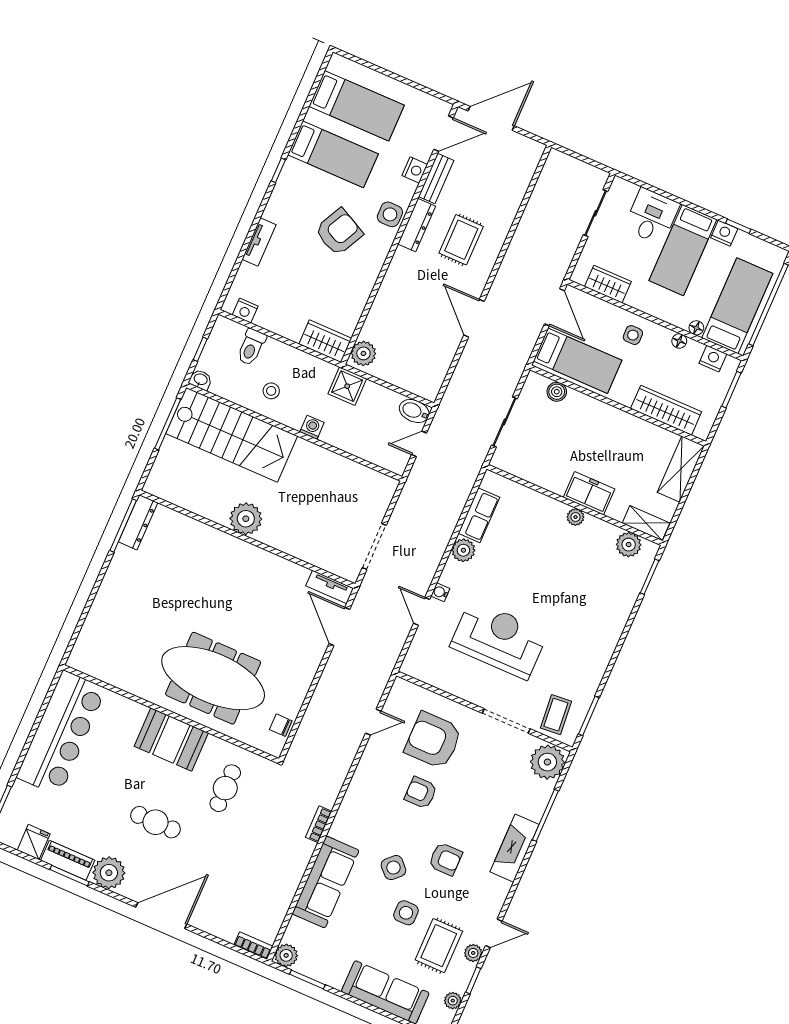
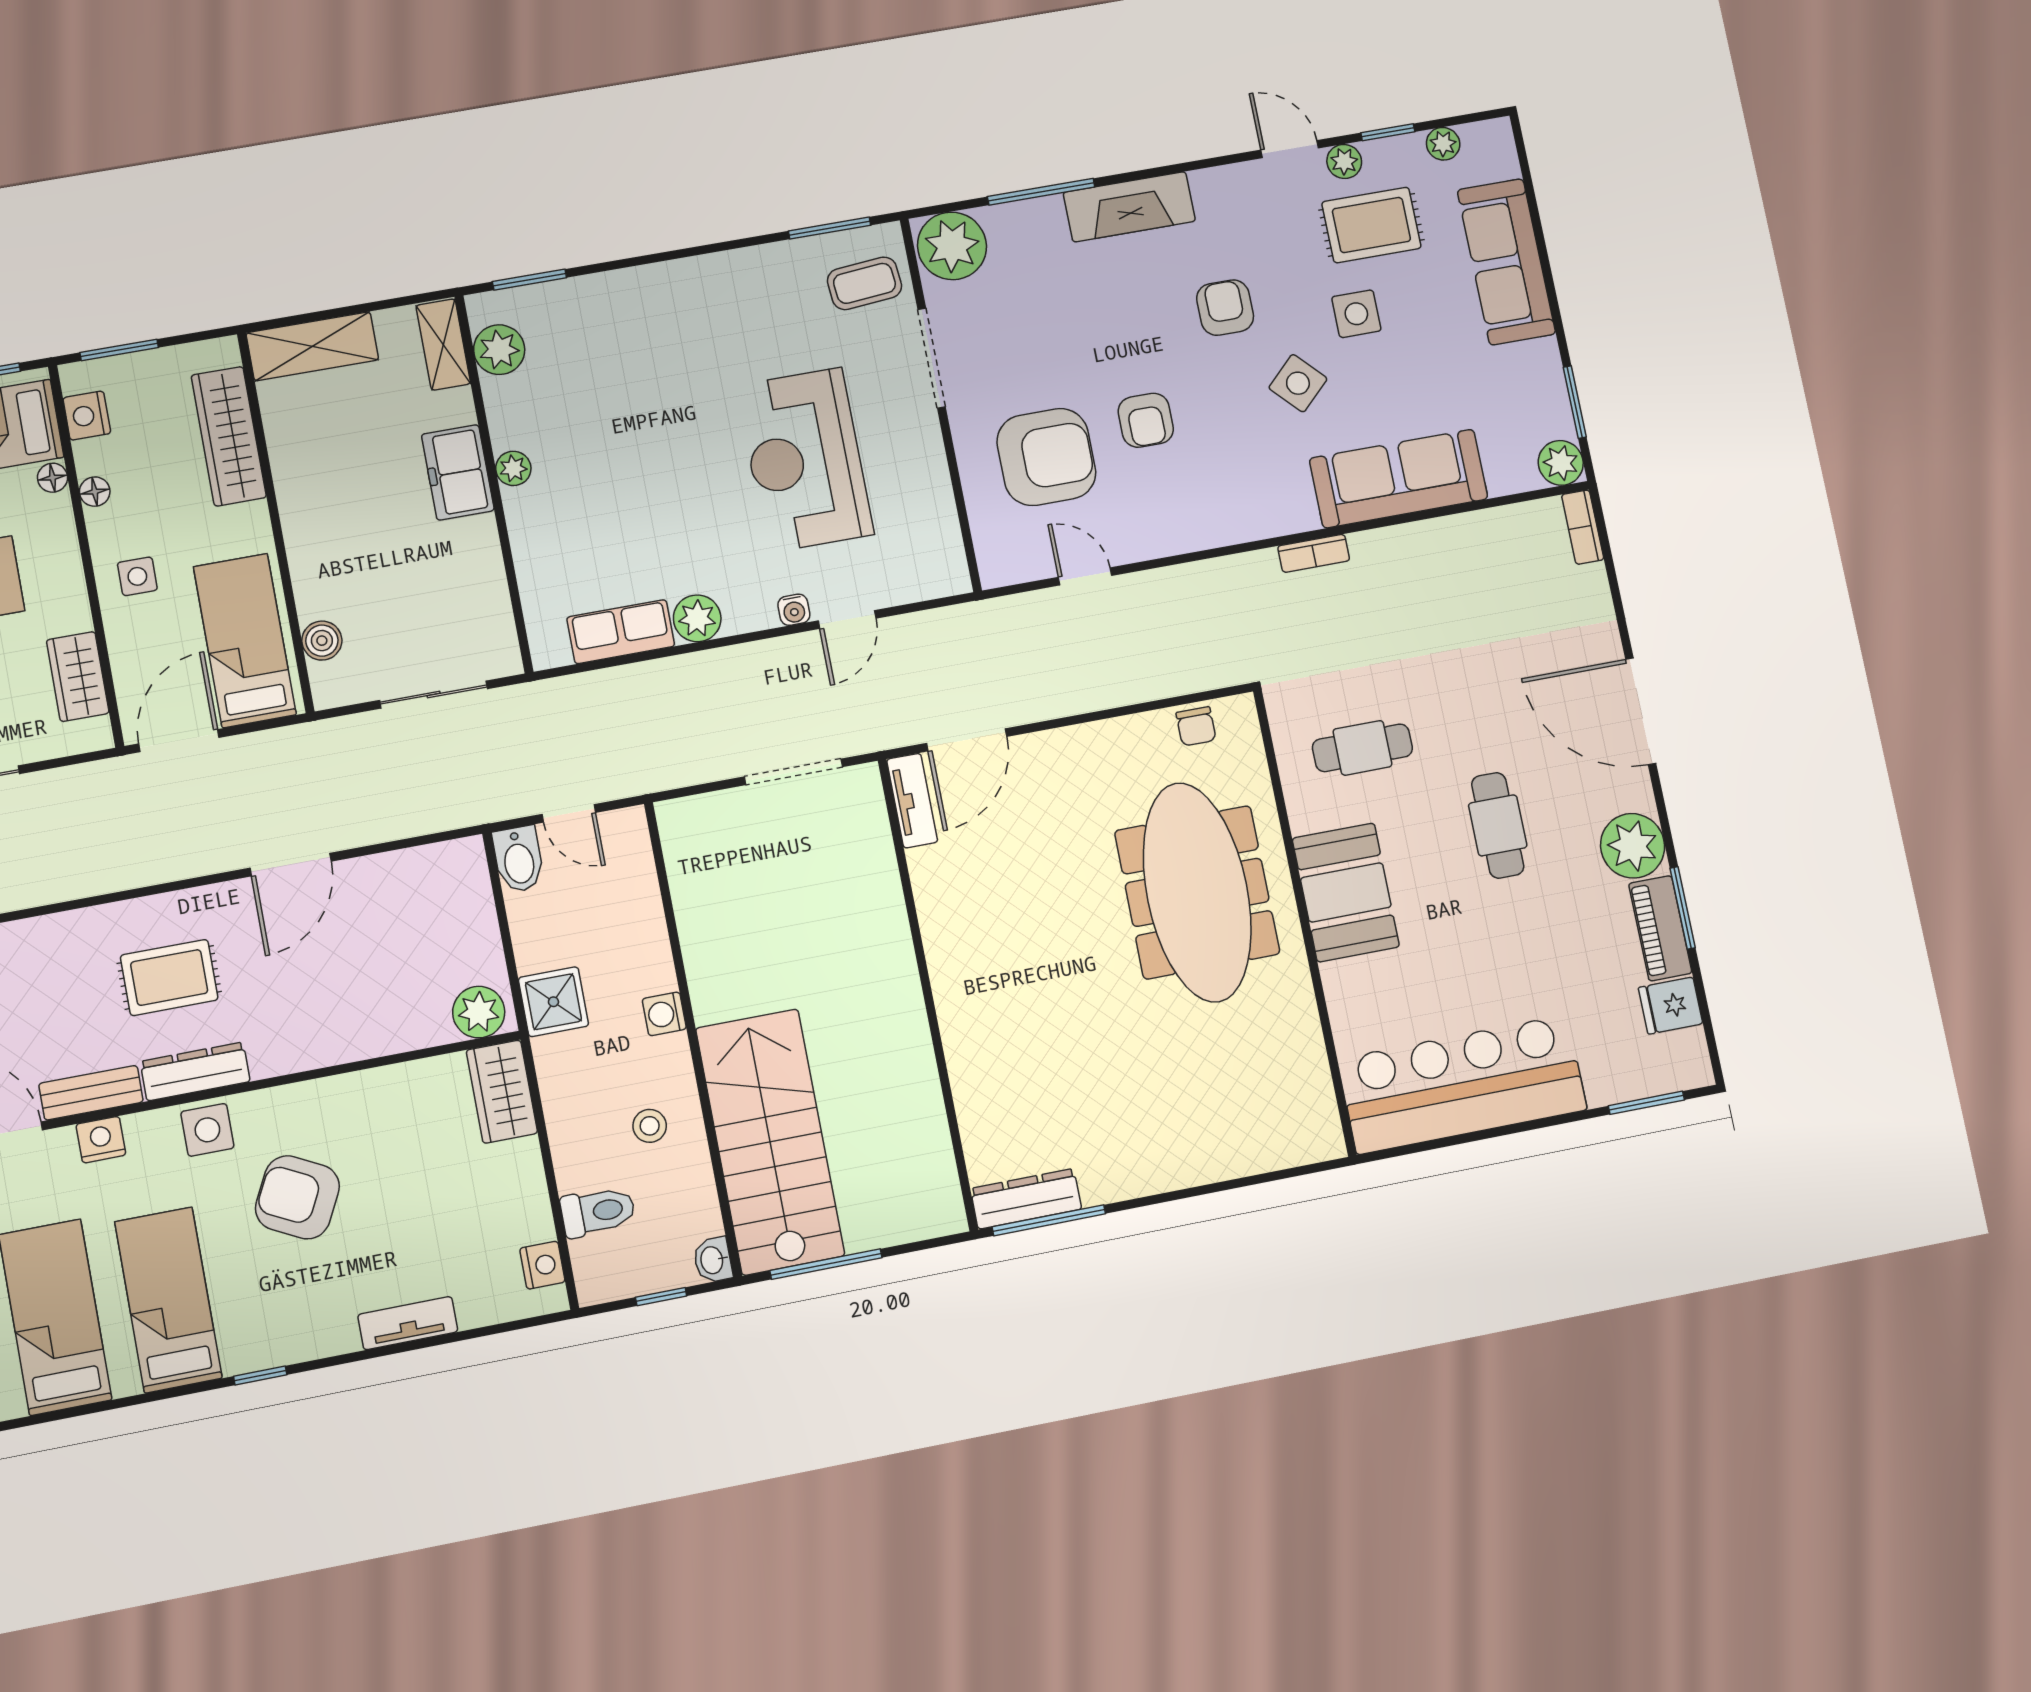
plant: (246, 519) -> (895, 1020), removed
armchair: (433, 740) -> (1046, 457), turned -90

